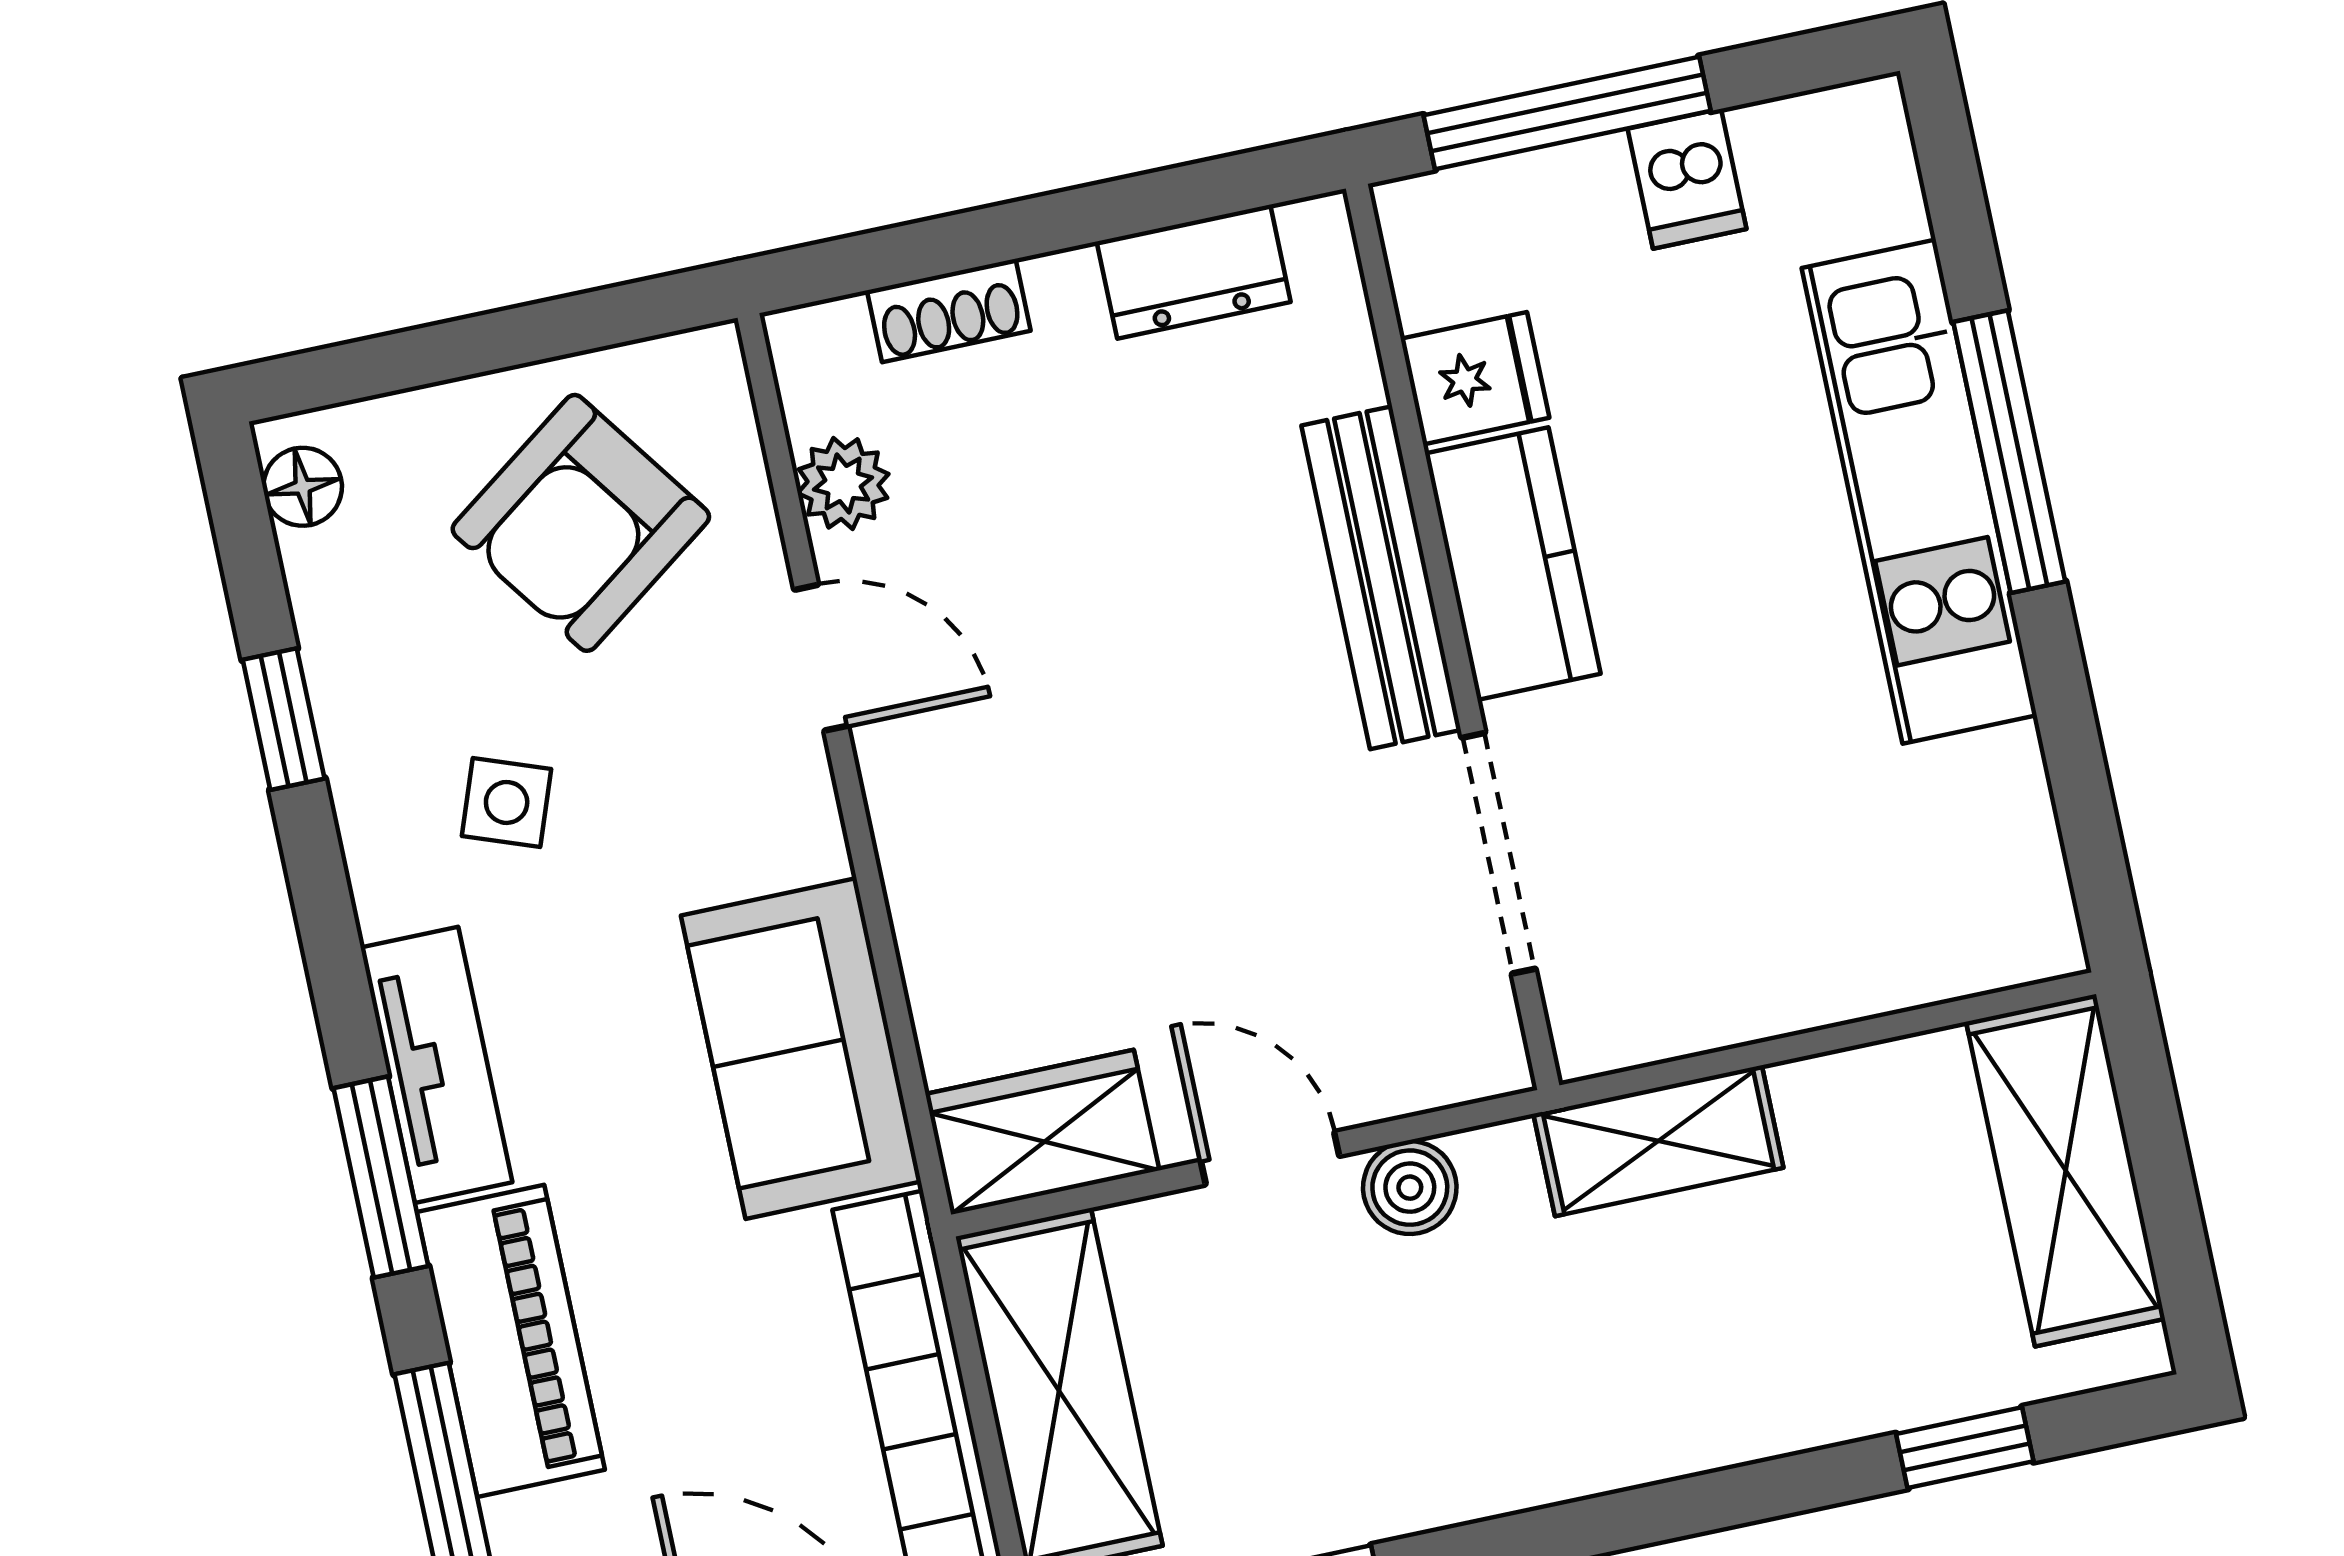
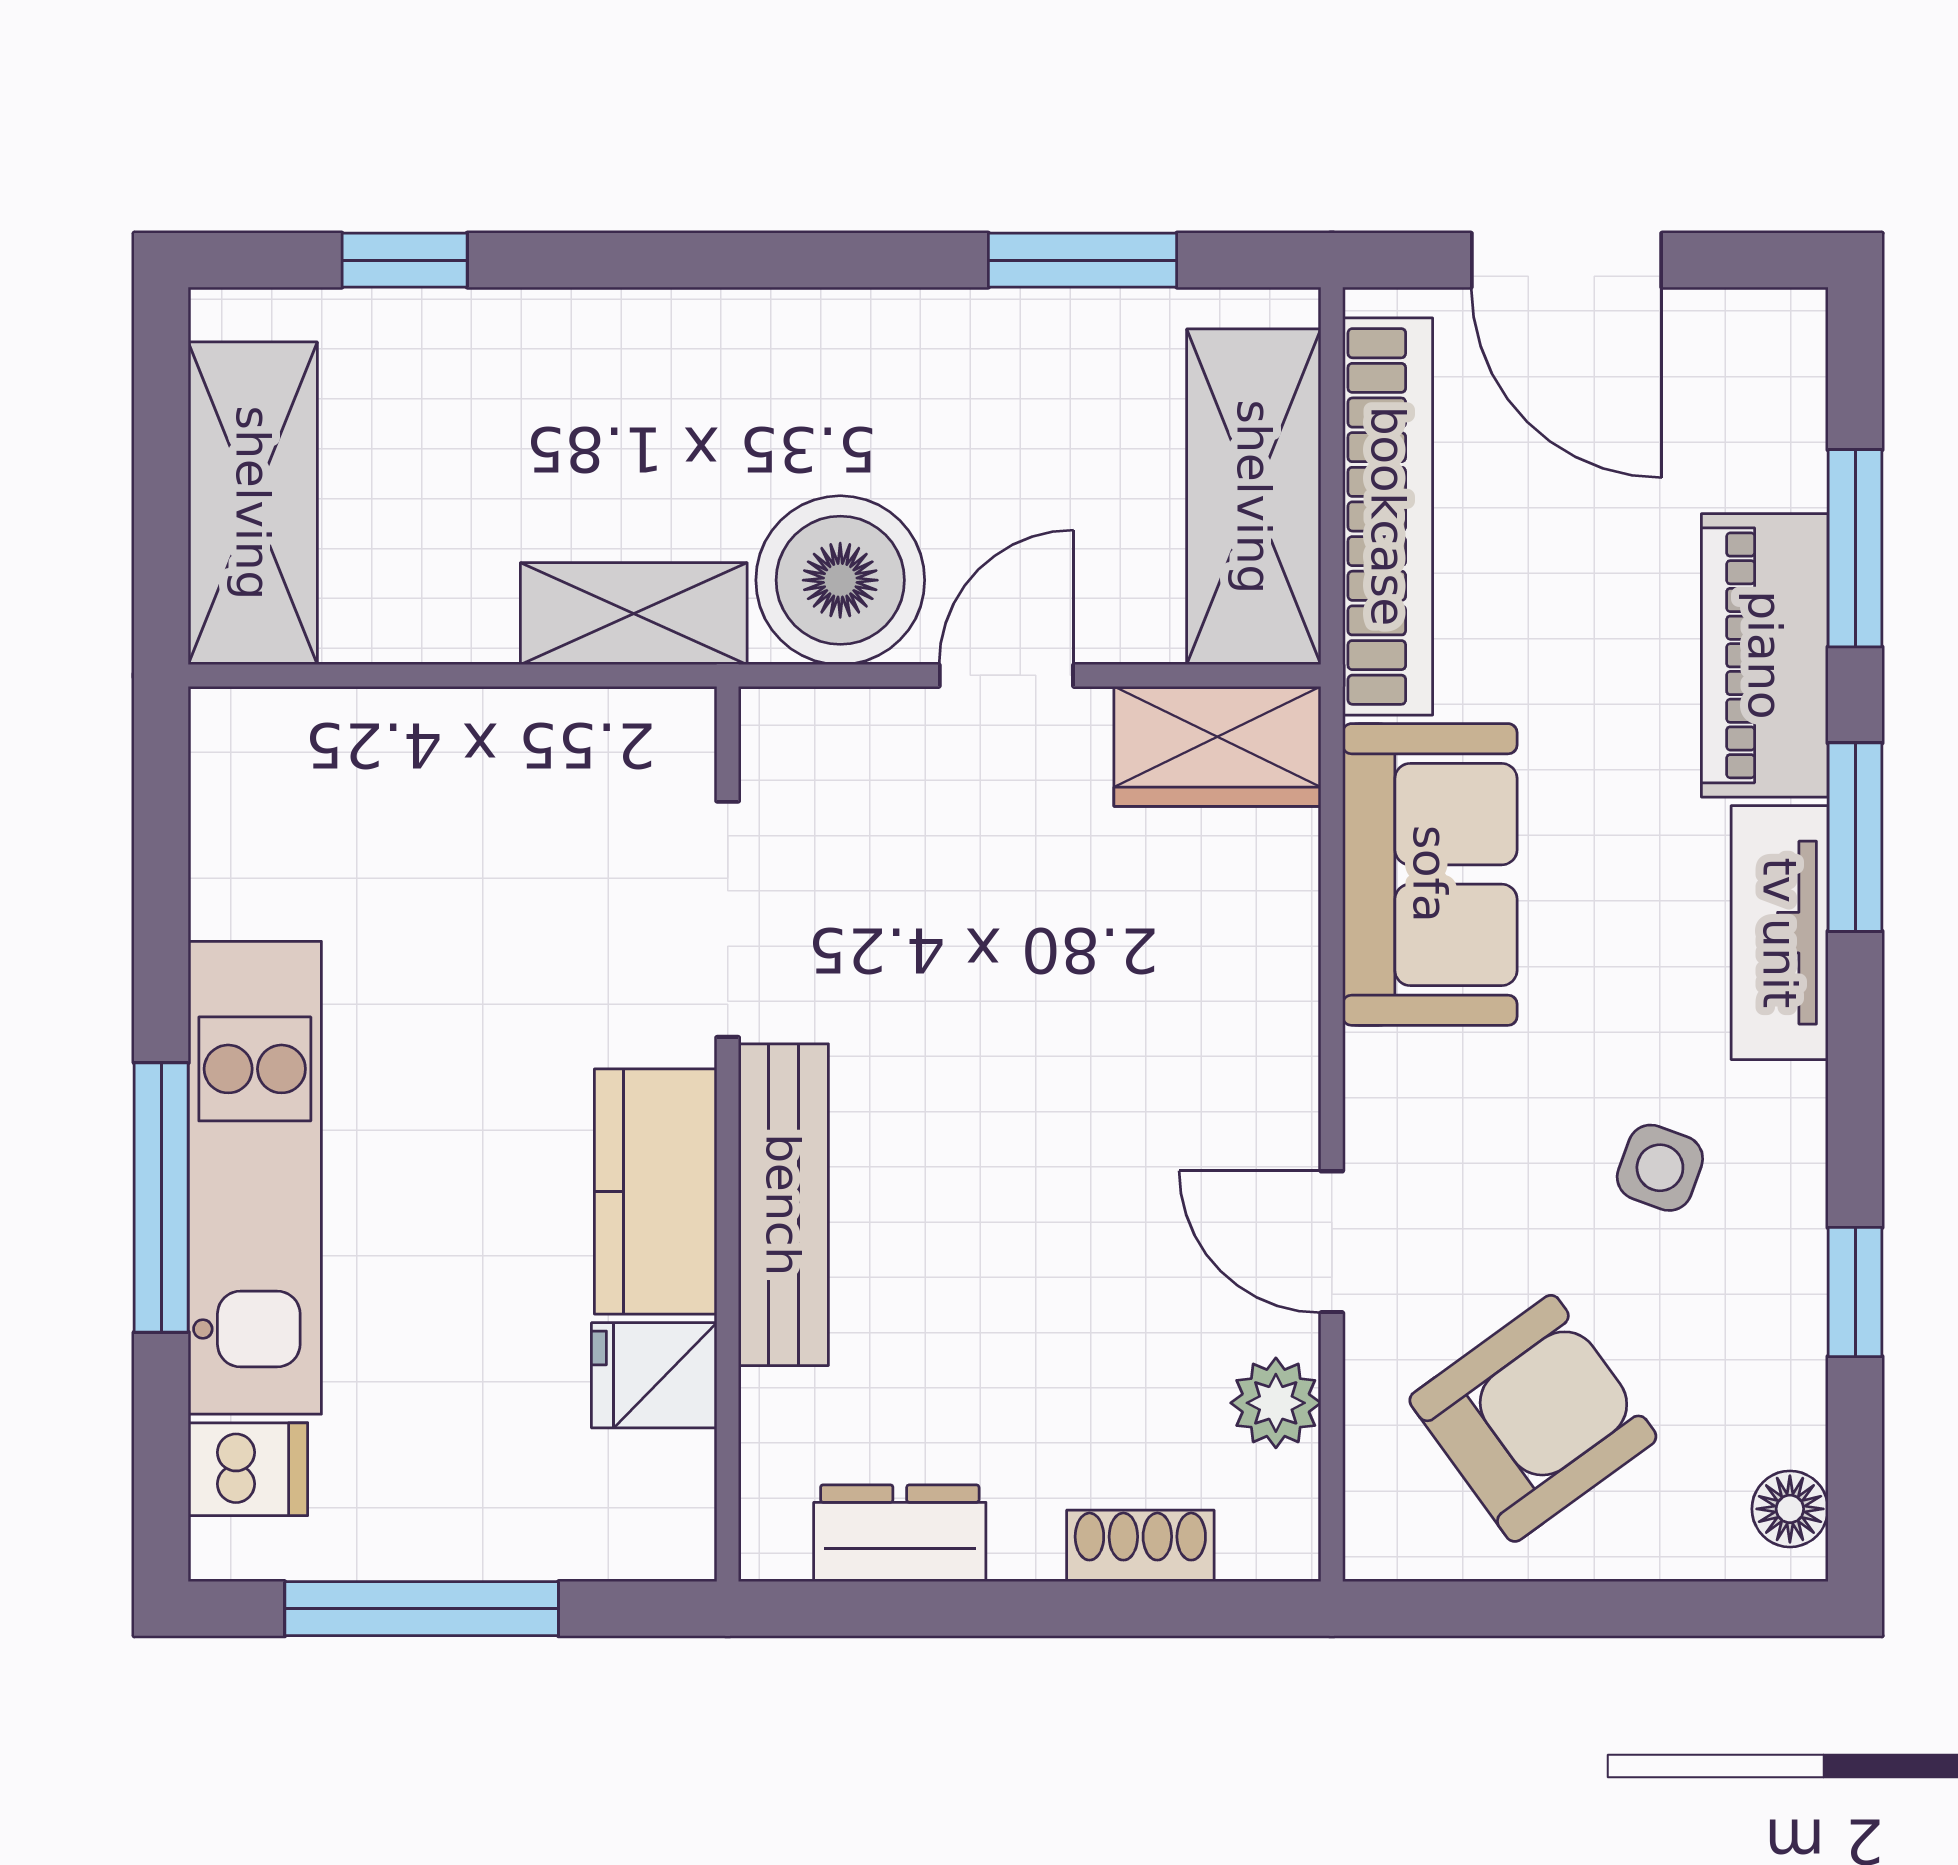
window: (1567, 113) -> (422, 1609), moved
dishwasher: (1687, 179) -> (248, 1469), moved, turned 90
door: (1270, 1158) -> (1006, 675), swing flipped
boiler: (1410, 1188) -> (840, 580), width x1.86, depth x1.86

